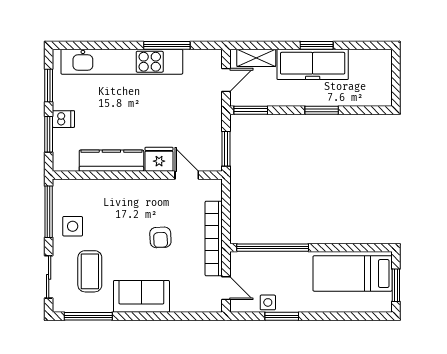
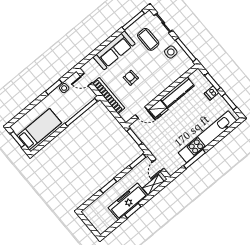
sofa: (141, 296) -> (114, 50), width x1.36

